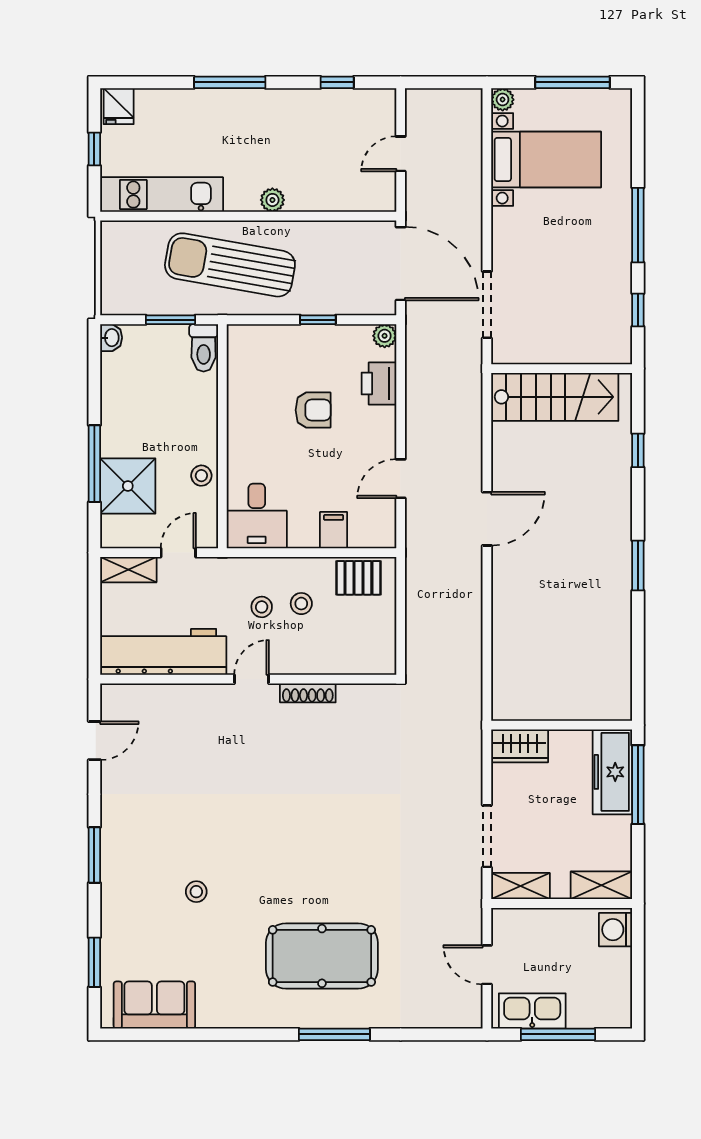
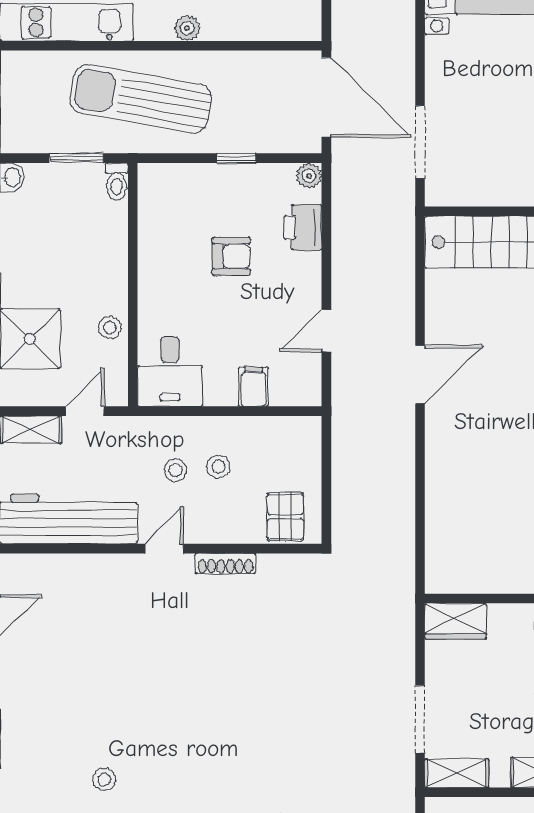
toilet: (204, 348) -> (117, 182), width x0.73, depth x0.72
pallet: (358, 578) -> (285, 517), moved, turned 90

